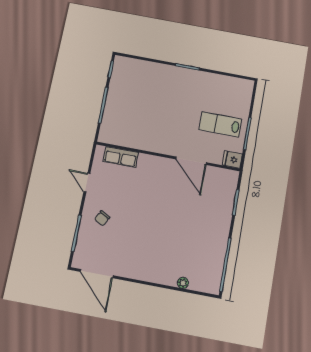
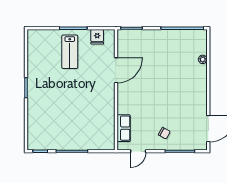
wall: (168, 156) -> (116, 90), moved
row of seats: (121, 157) -> (124, 128), moved
door: (191, 161) -> (116, 70), moved

